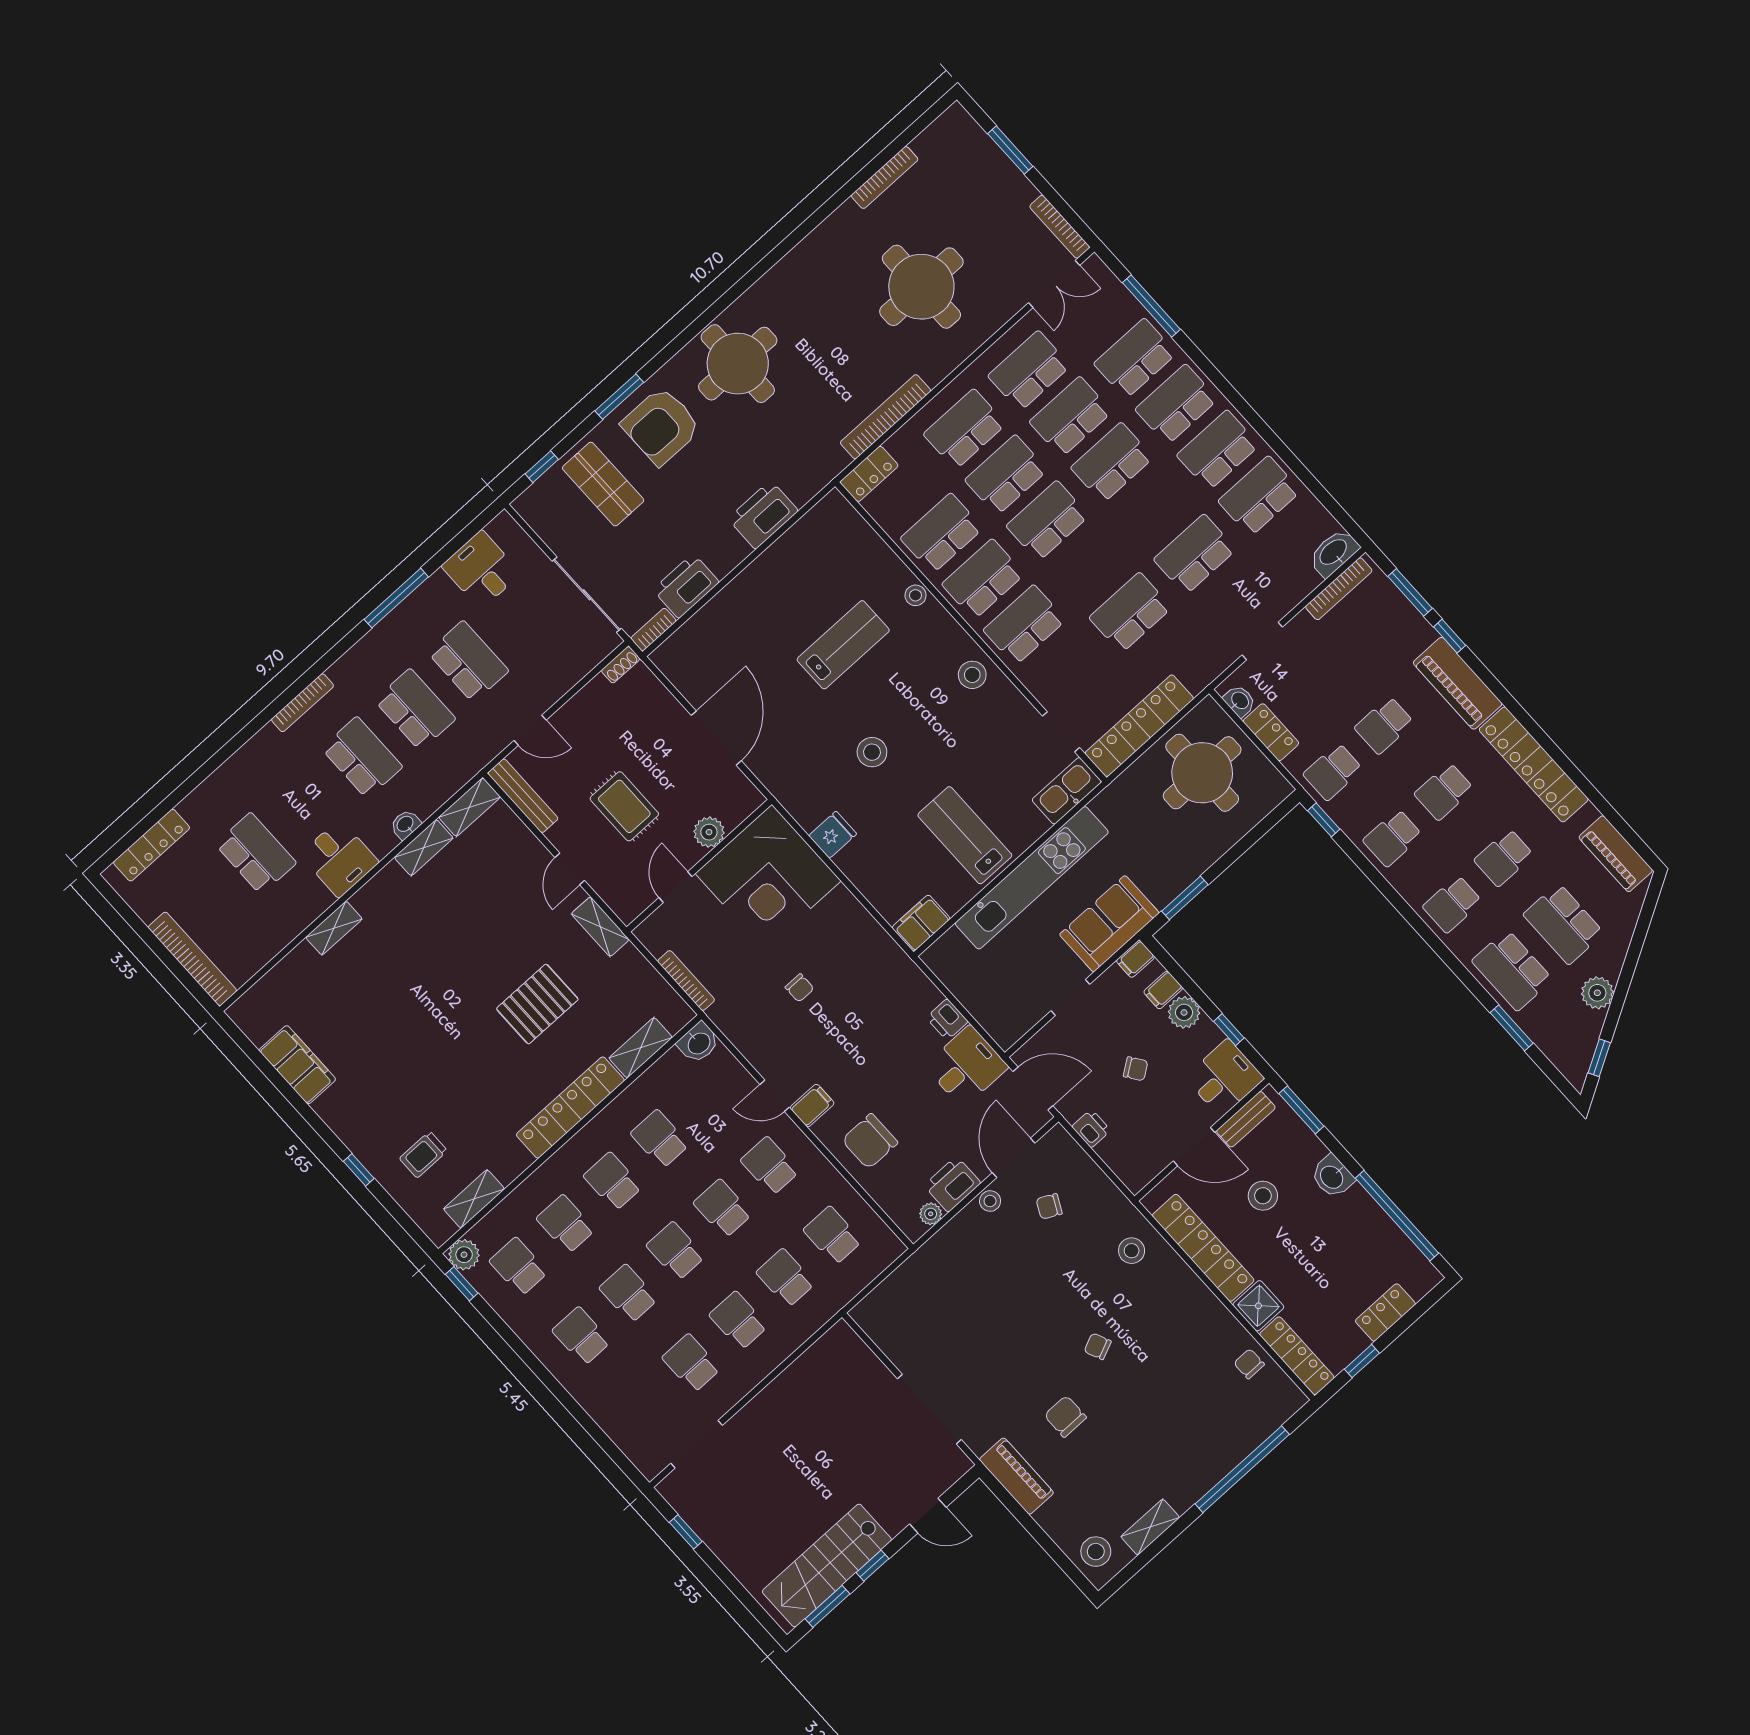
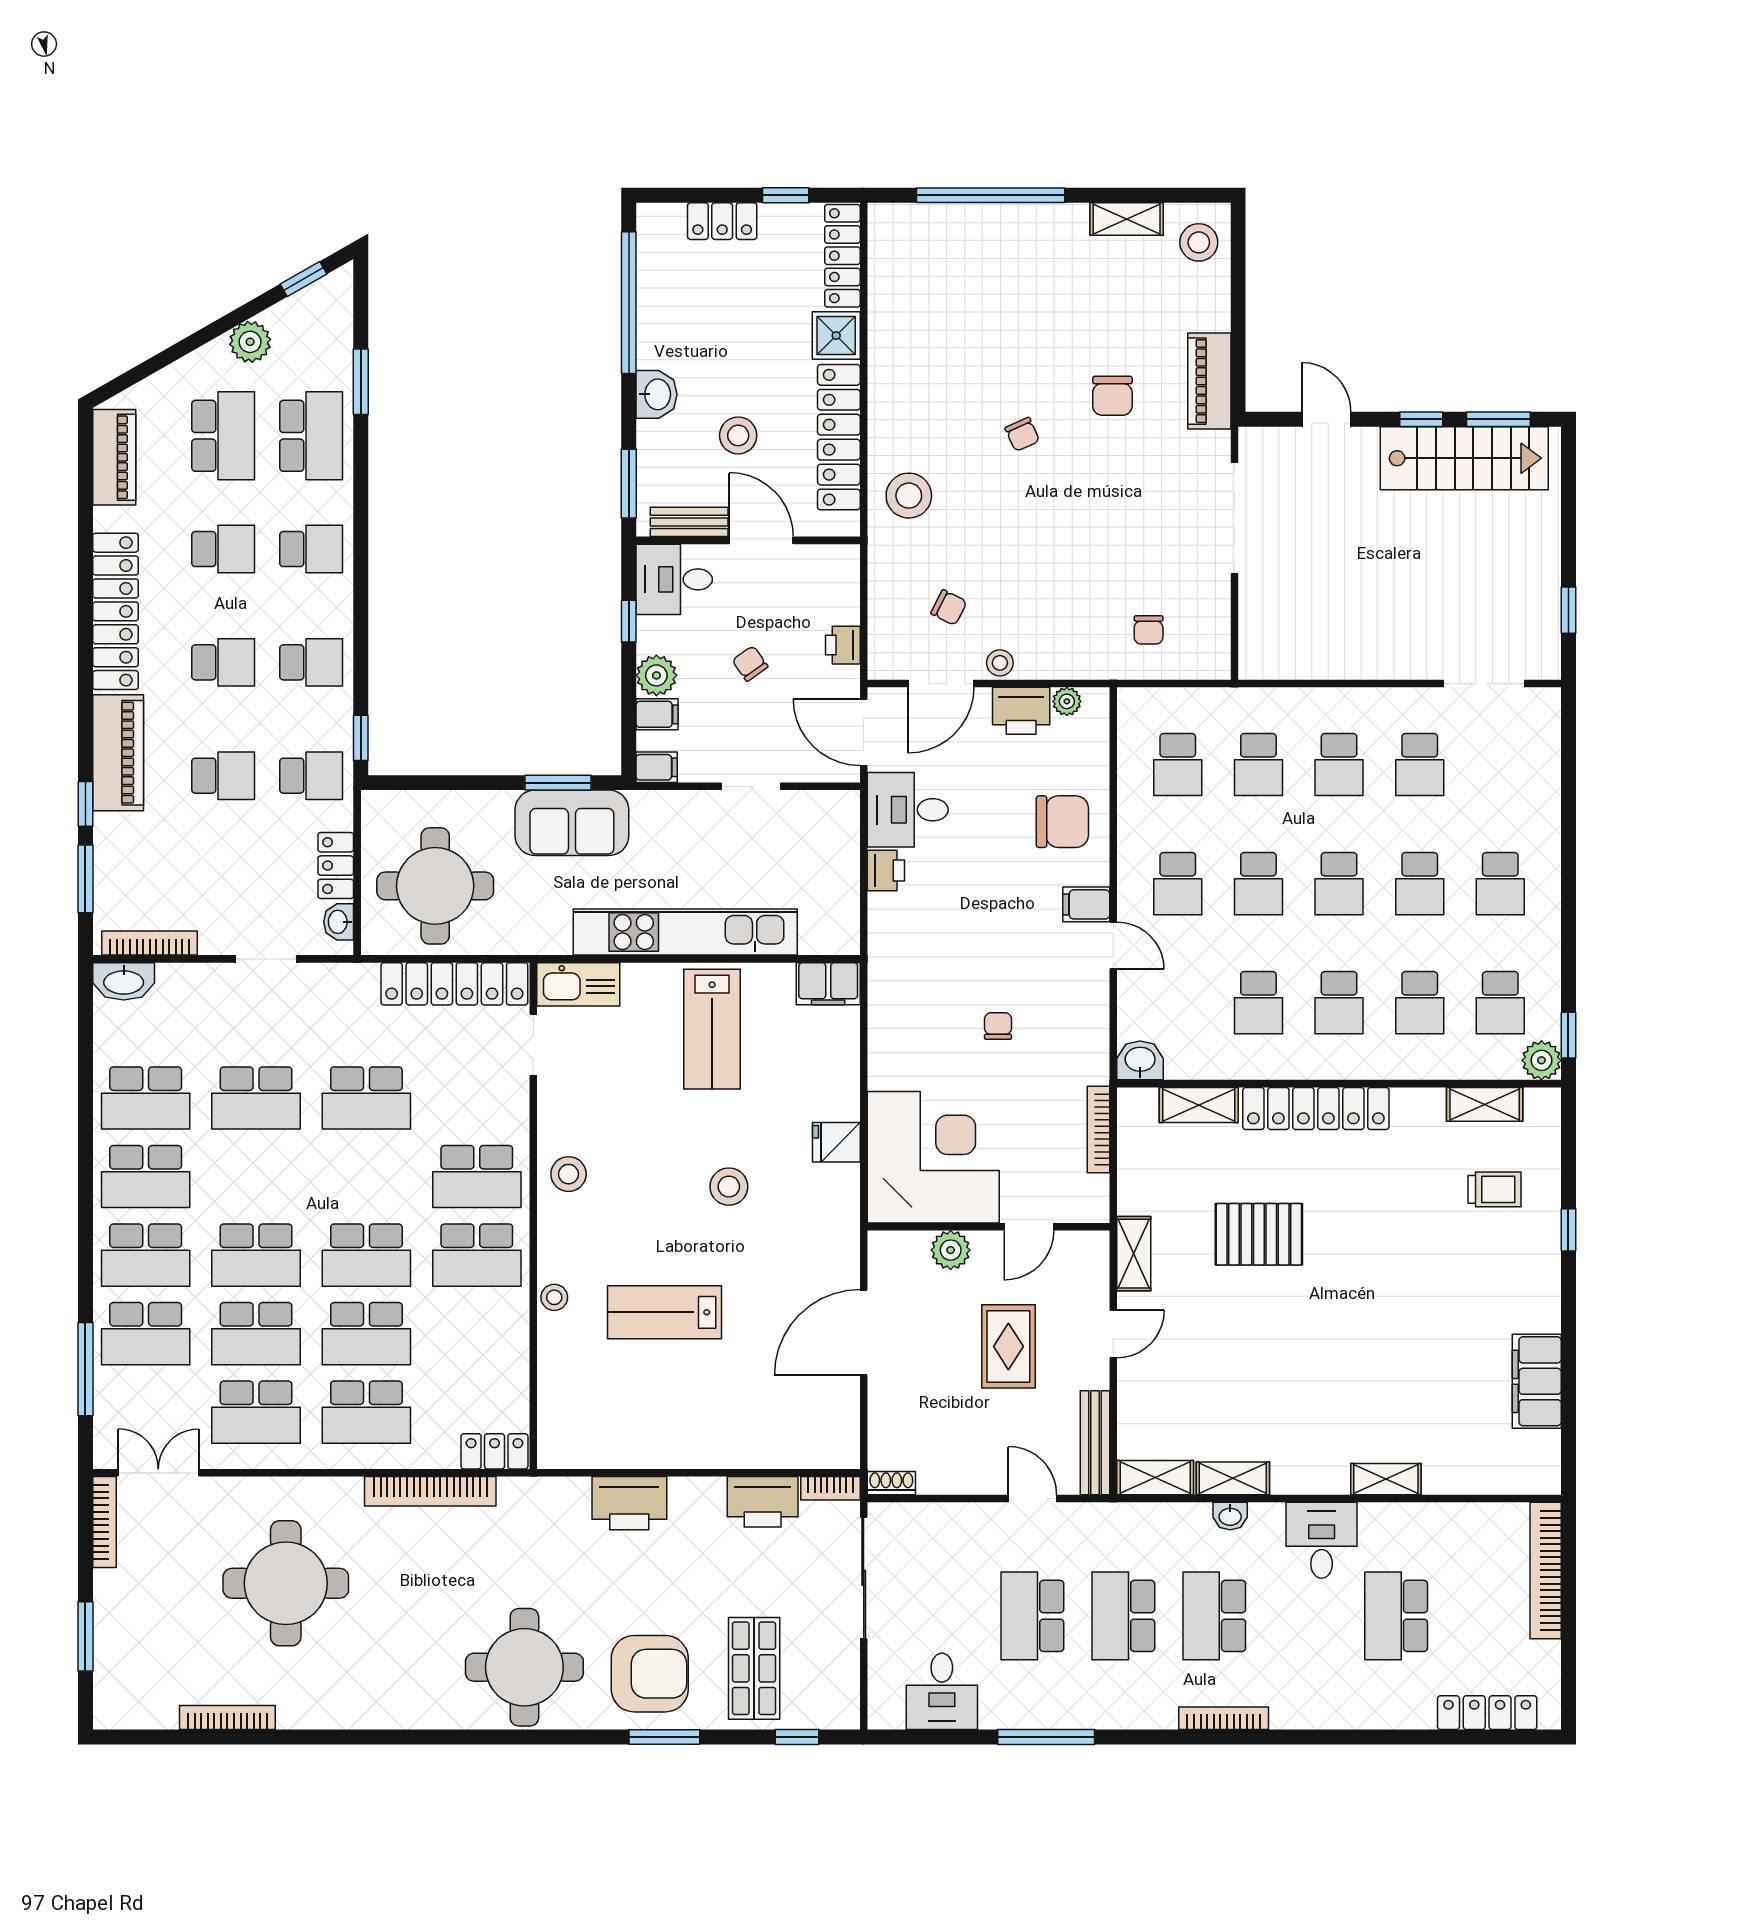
school desk: (942, 533) -> (477, 1334), removed
sofa: (1109, 924) -> (572, 823), moved
stool: (1132, 1251) -> (909, 496), width x1.38, depth x1.38
chair: (1249, 1364) -> (1149, 630), moved

